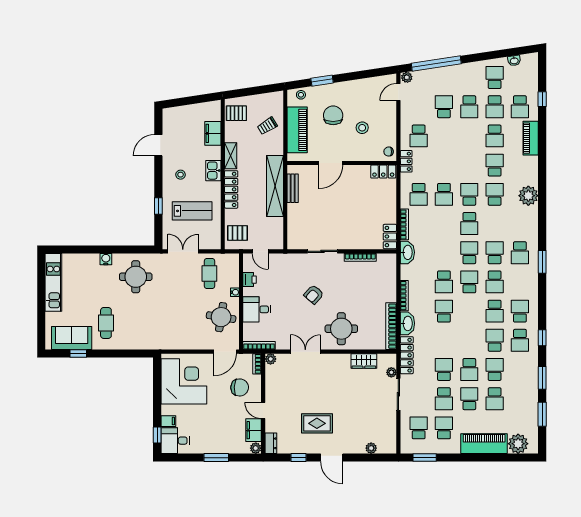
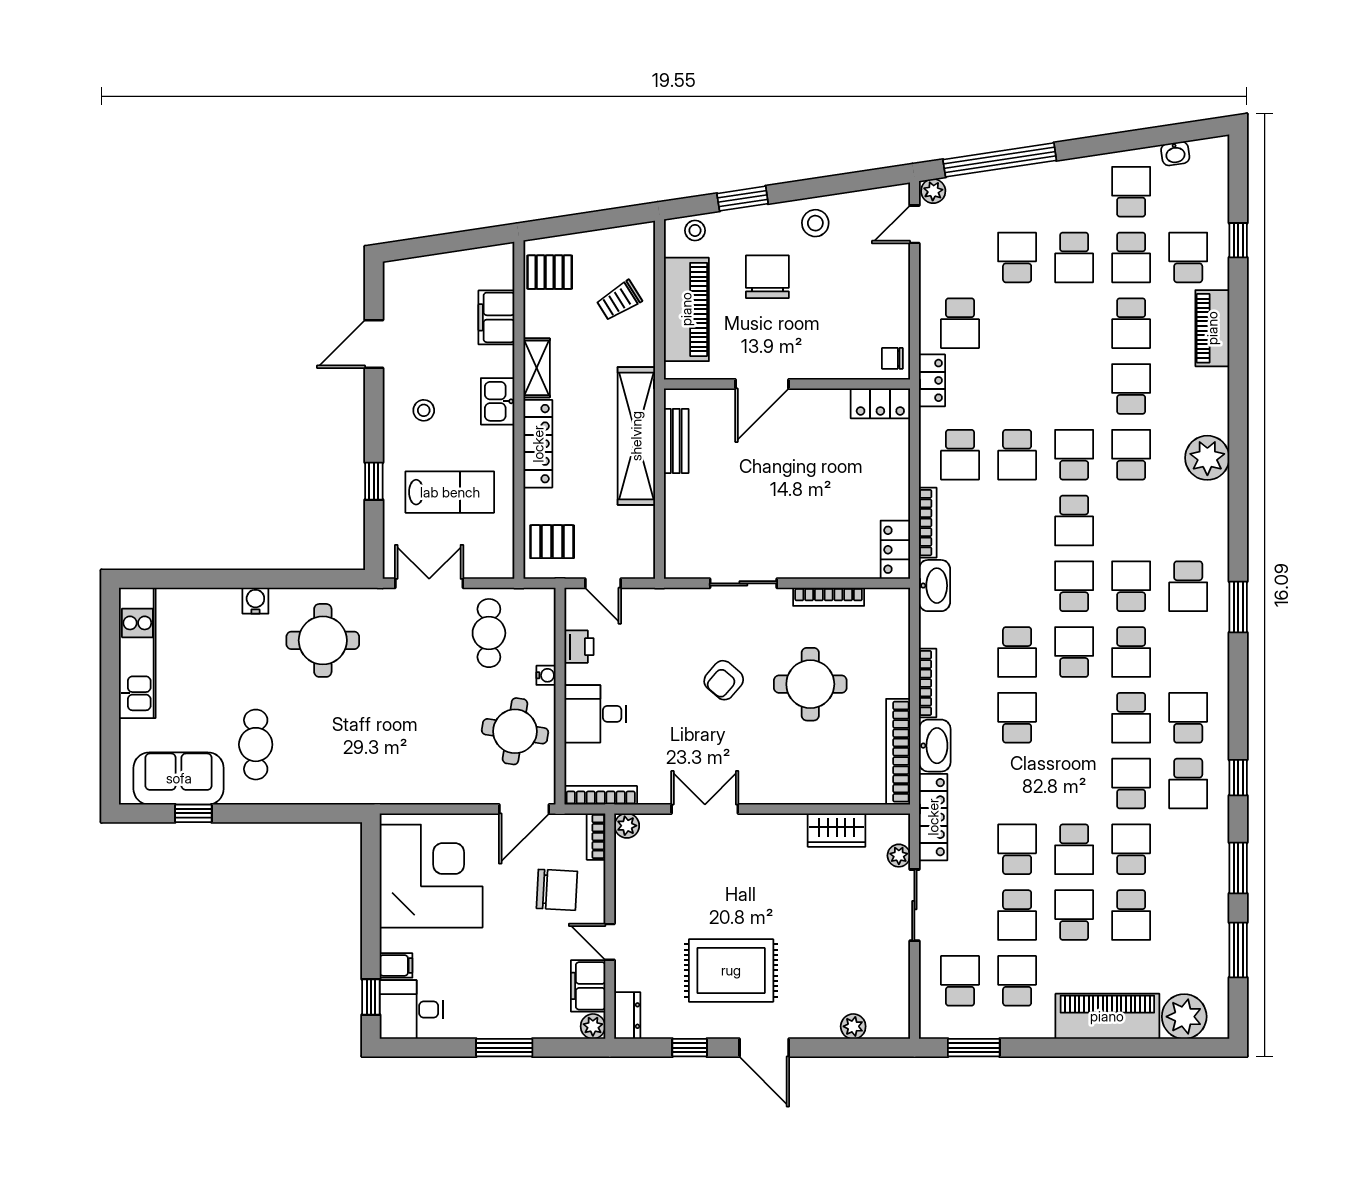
school desk: (520, 107) -> (1188, 257), turned 180
stool: (362, 128) -> (815, 223), moved
round table: (341, 329) -> (810, 684), moved
rug: (317, 423) -> (731, 970), width x1.36, depth x1.43

